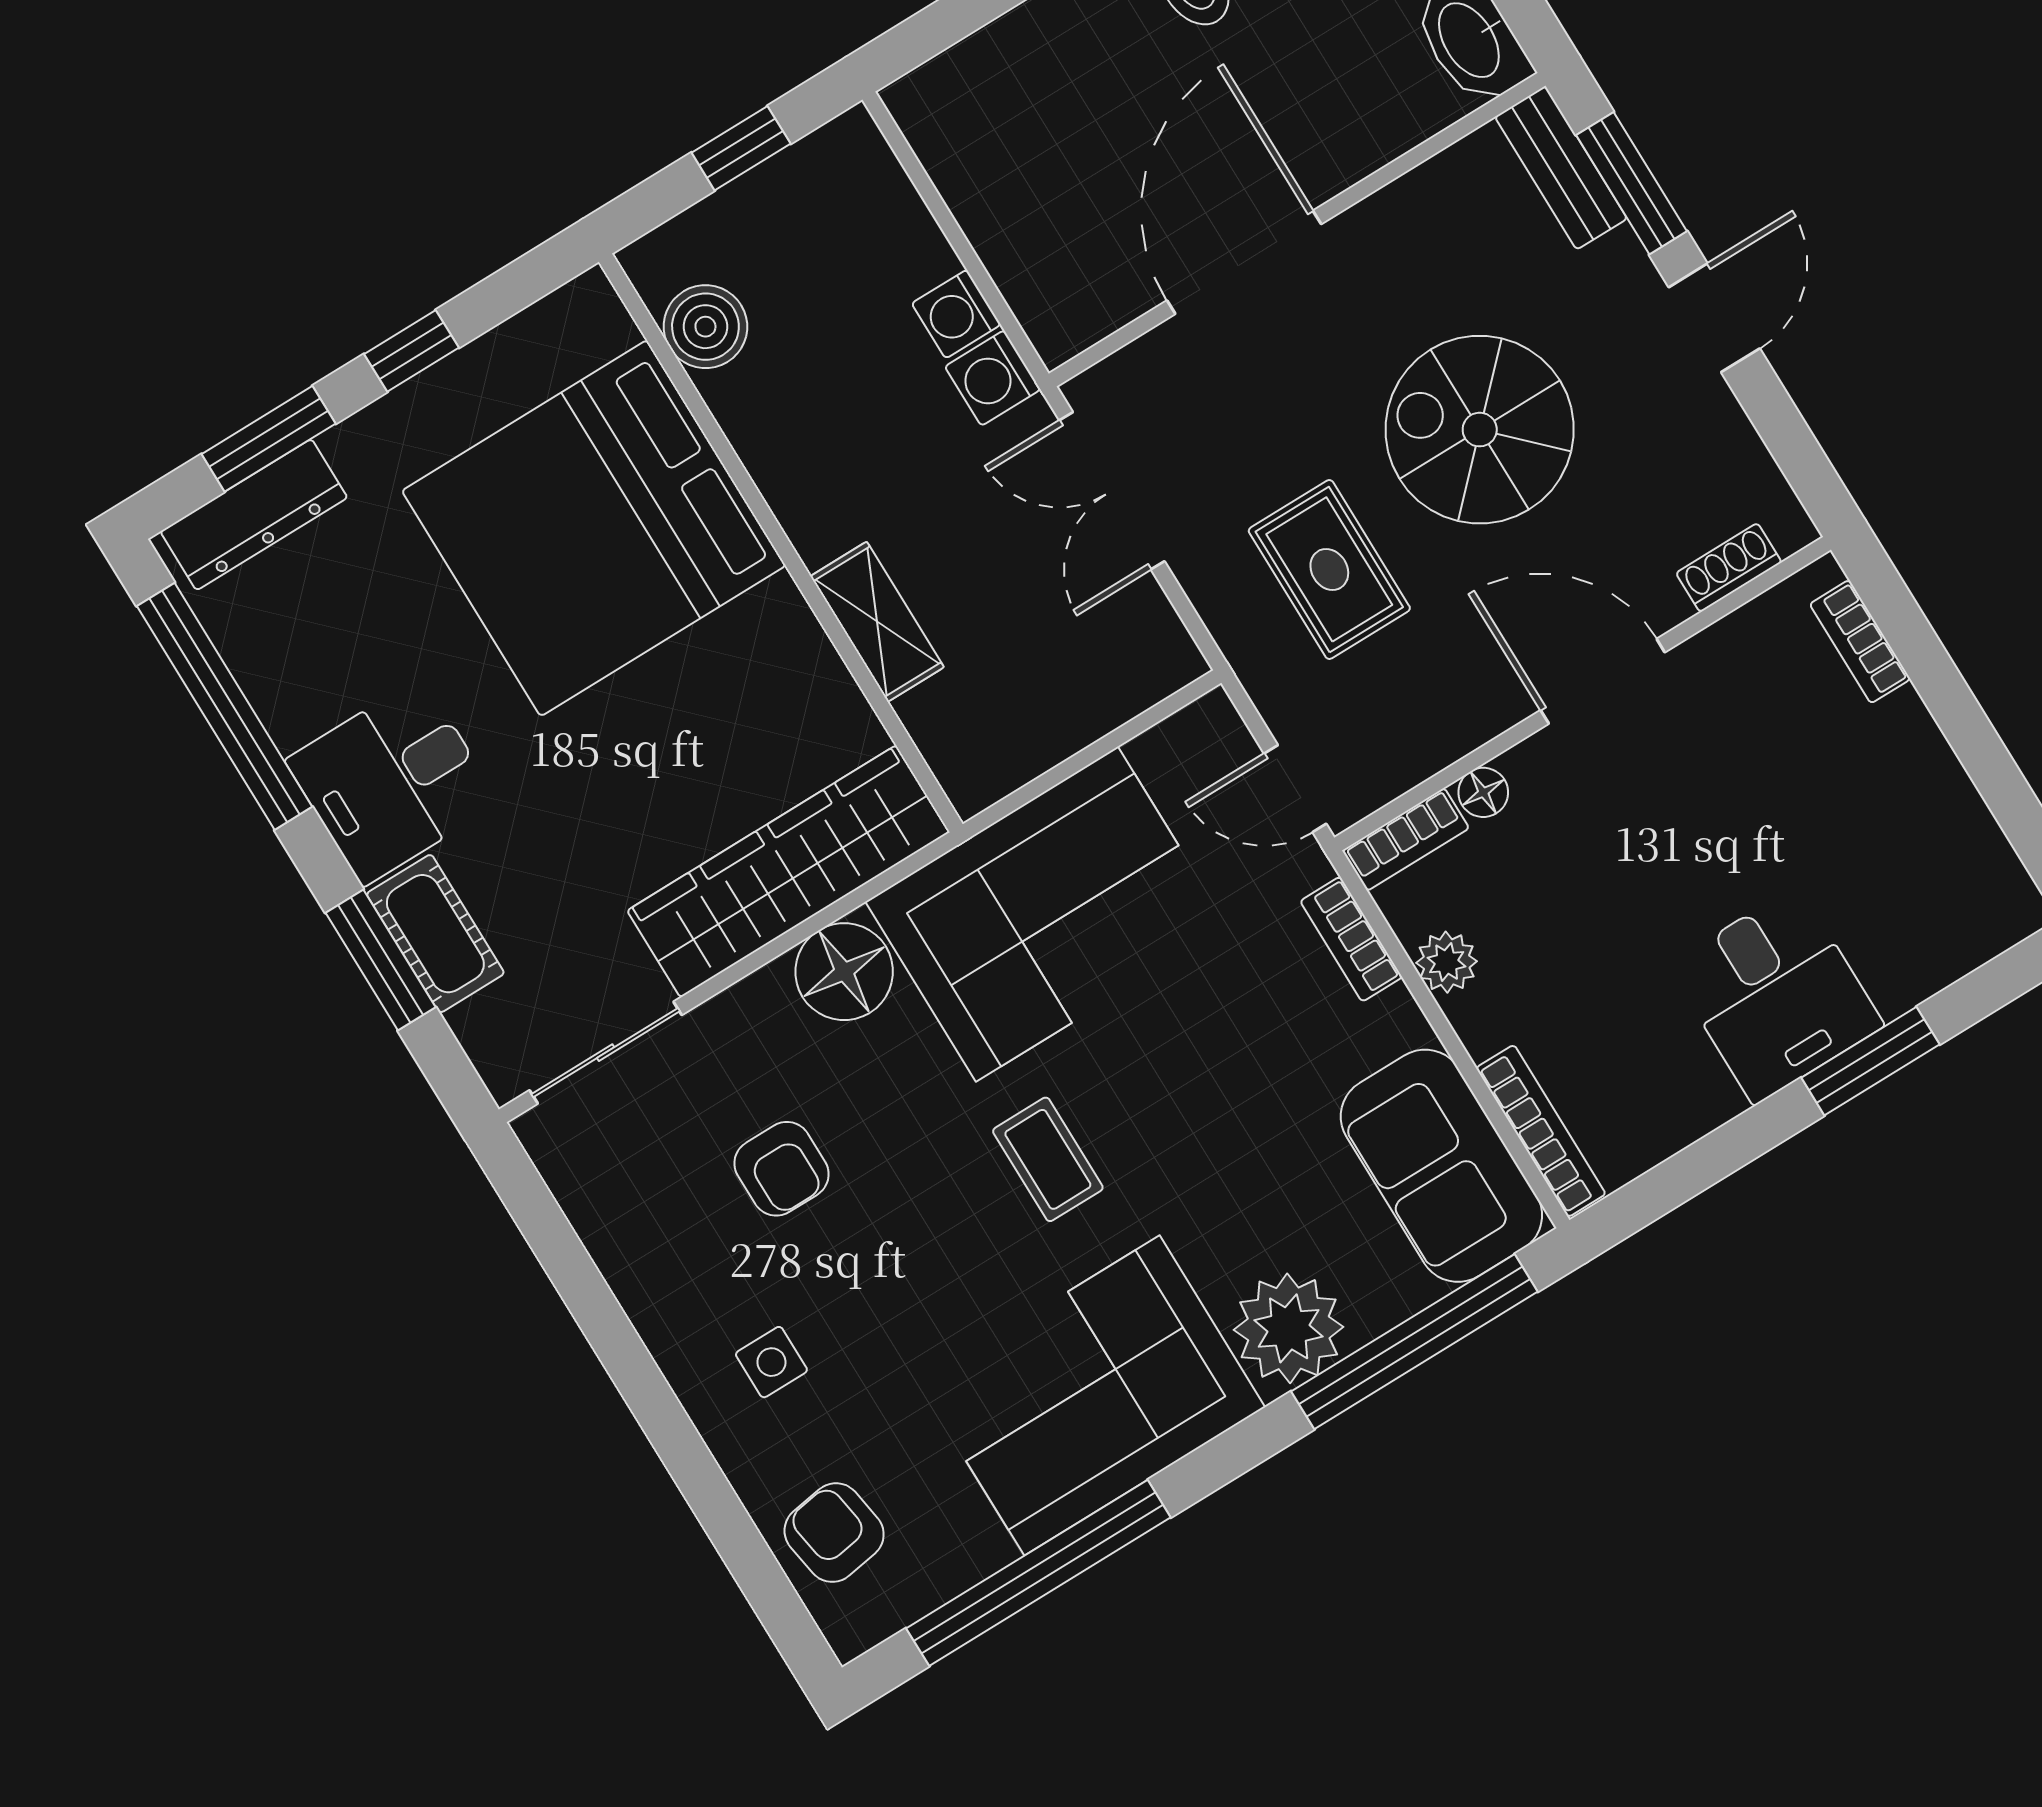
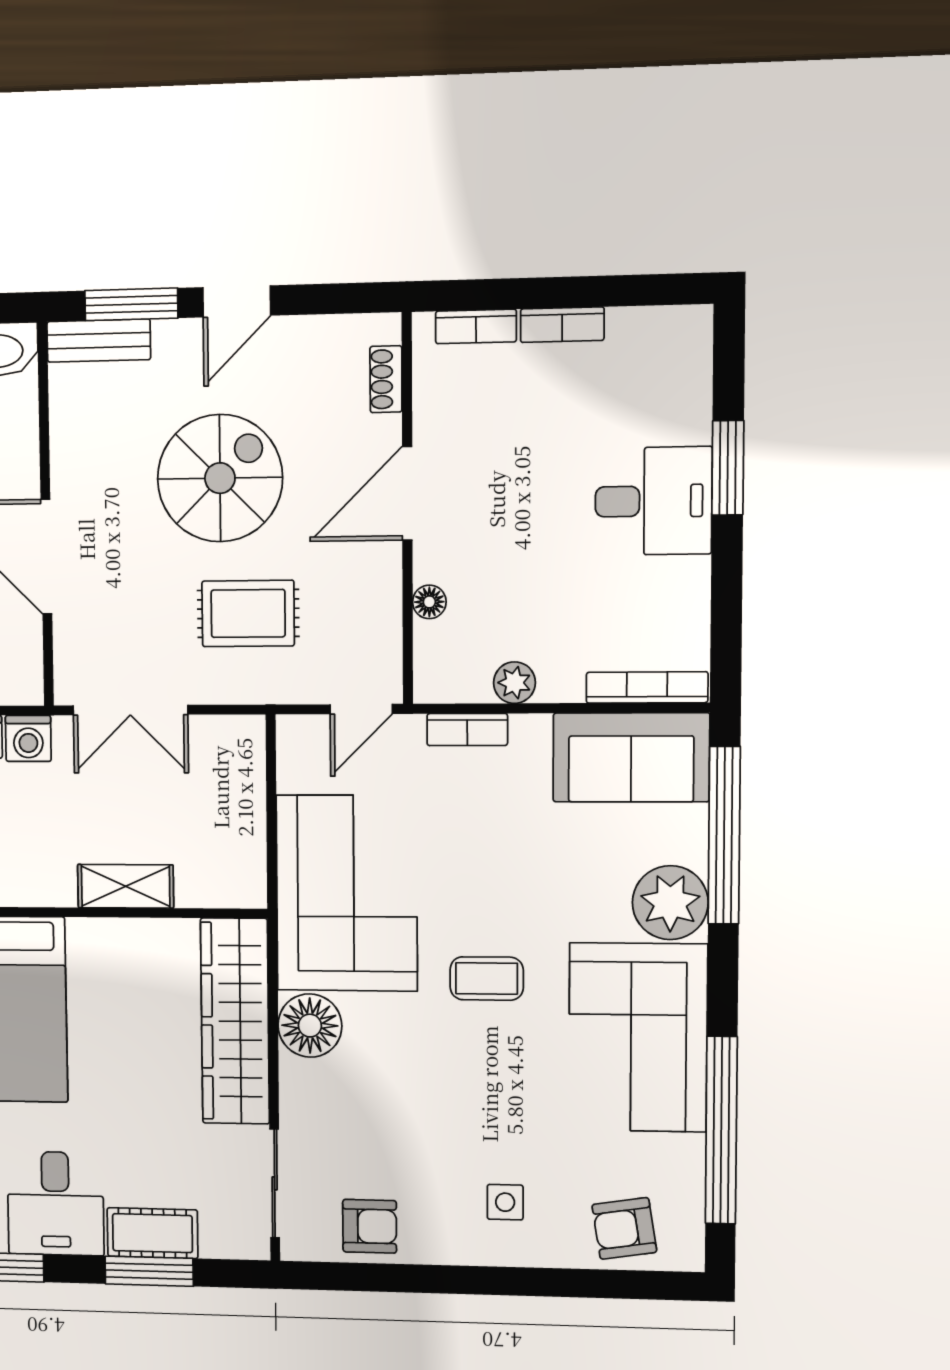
door: (1714, 318) -> (237, 301), swing flipped
spiral stairs: (1480, 430) -> (220, 478), turned 180
bookcase: (1406, 839) -> (562, 325), moved, turned 90
armchair: (782, 1169) -> (370, 1226), moved

